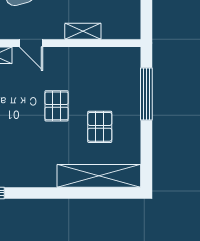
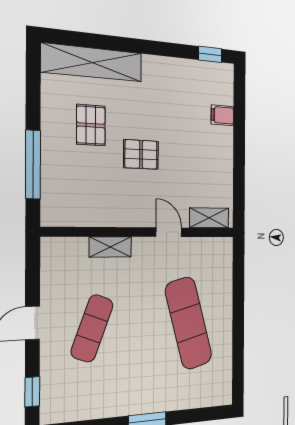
pallet: (57, 106) -> (141, 154), turned 90

